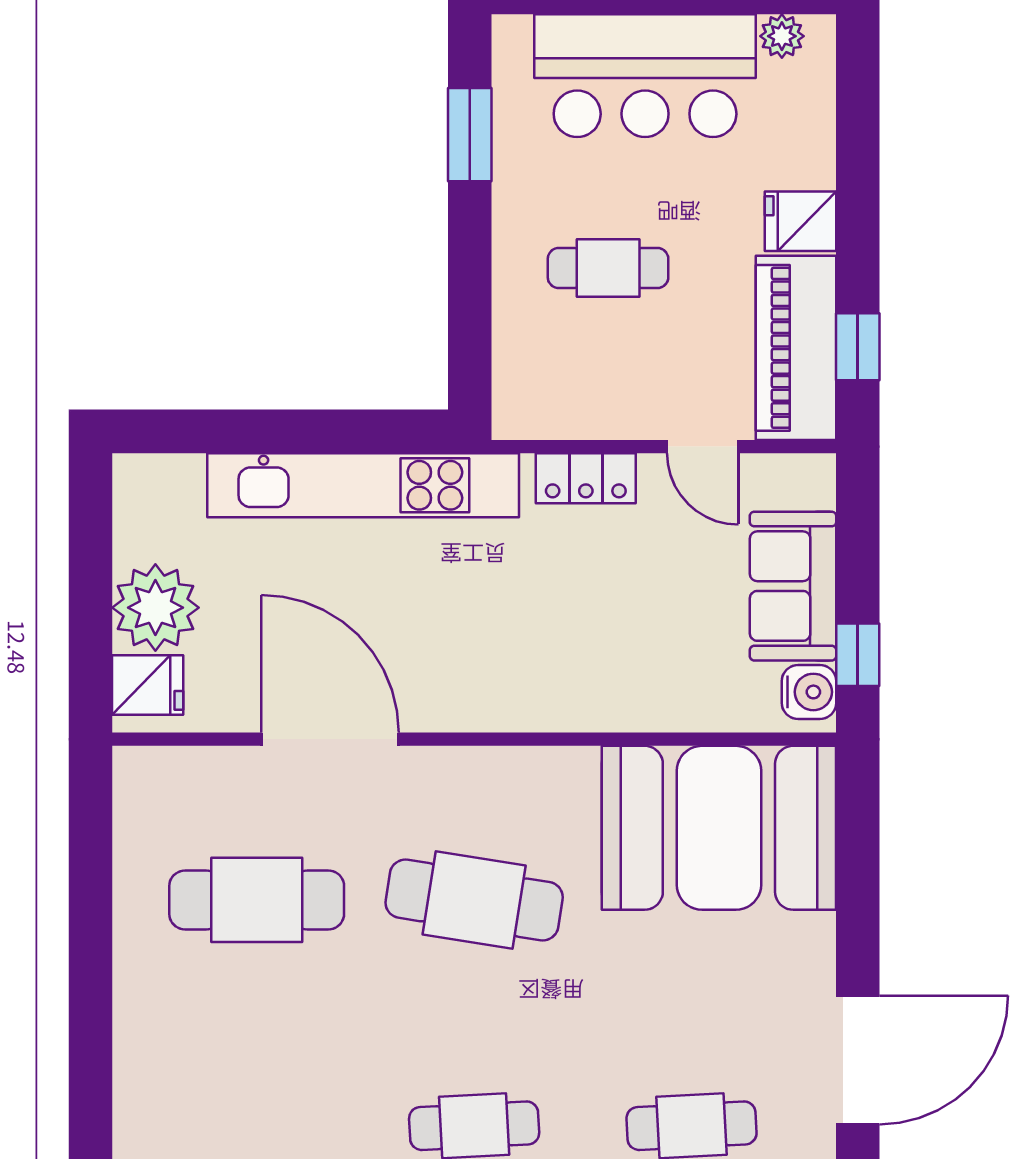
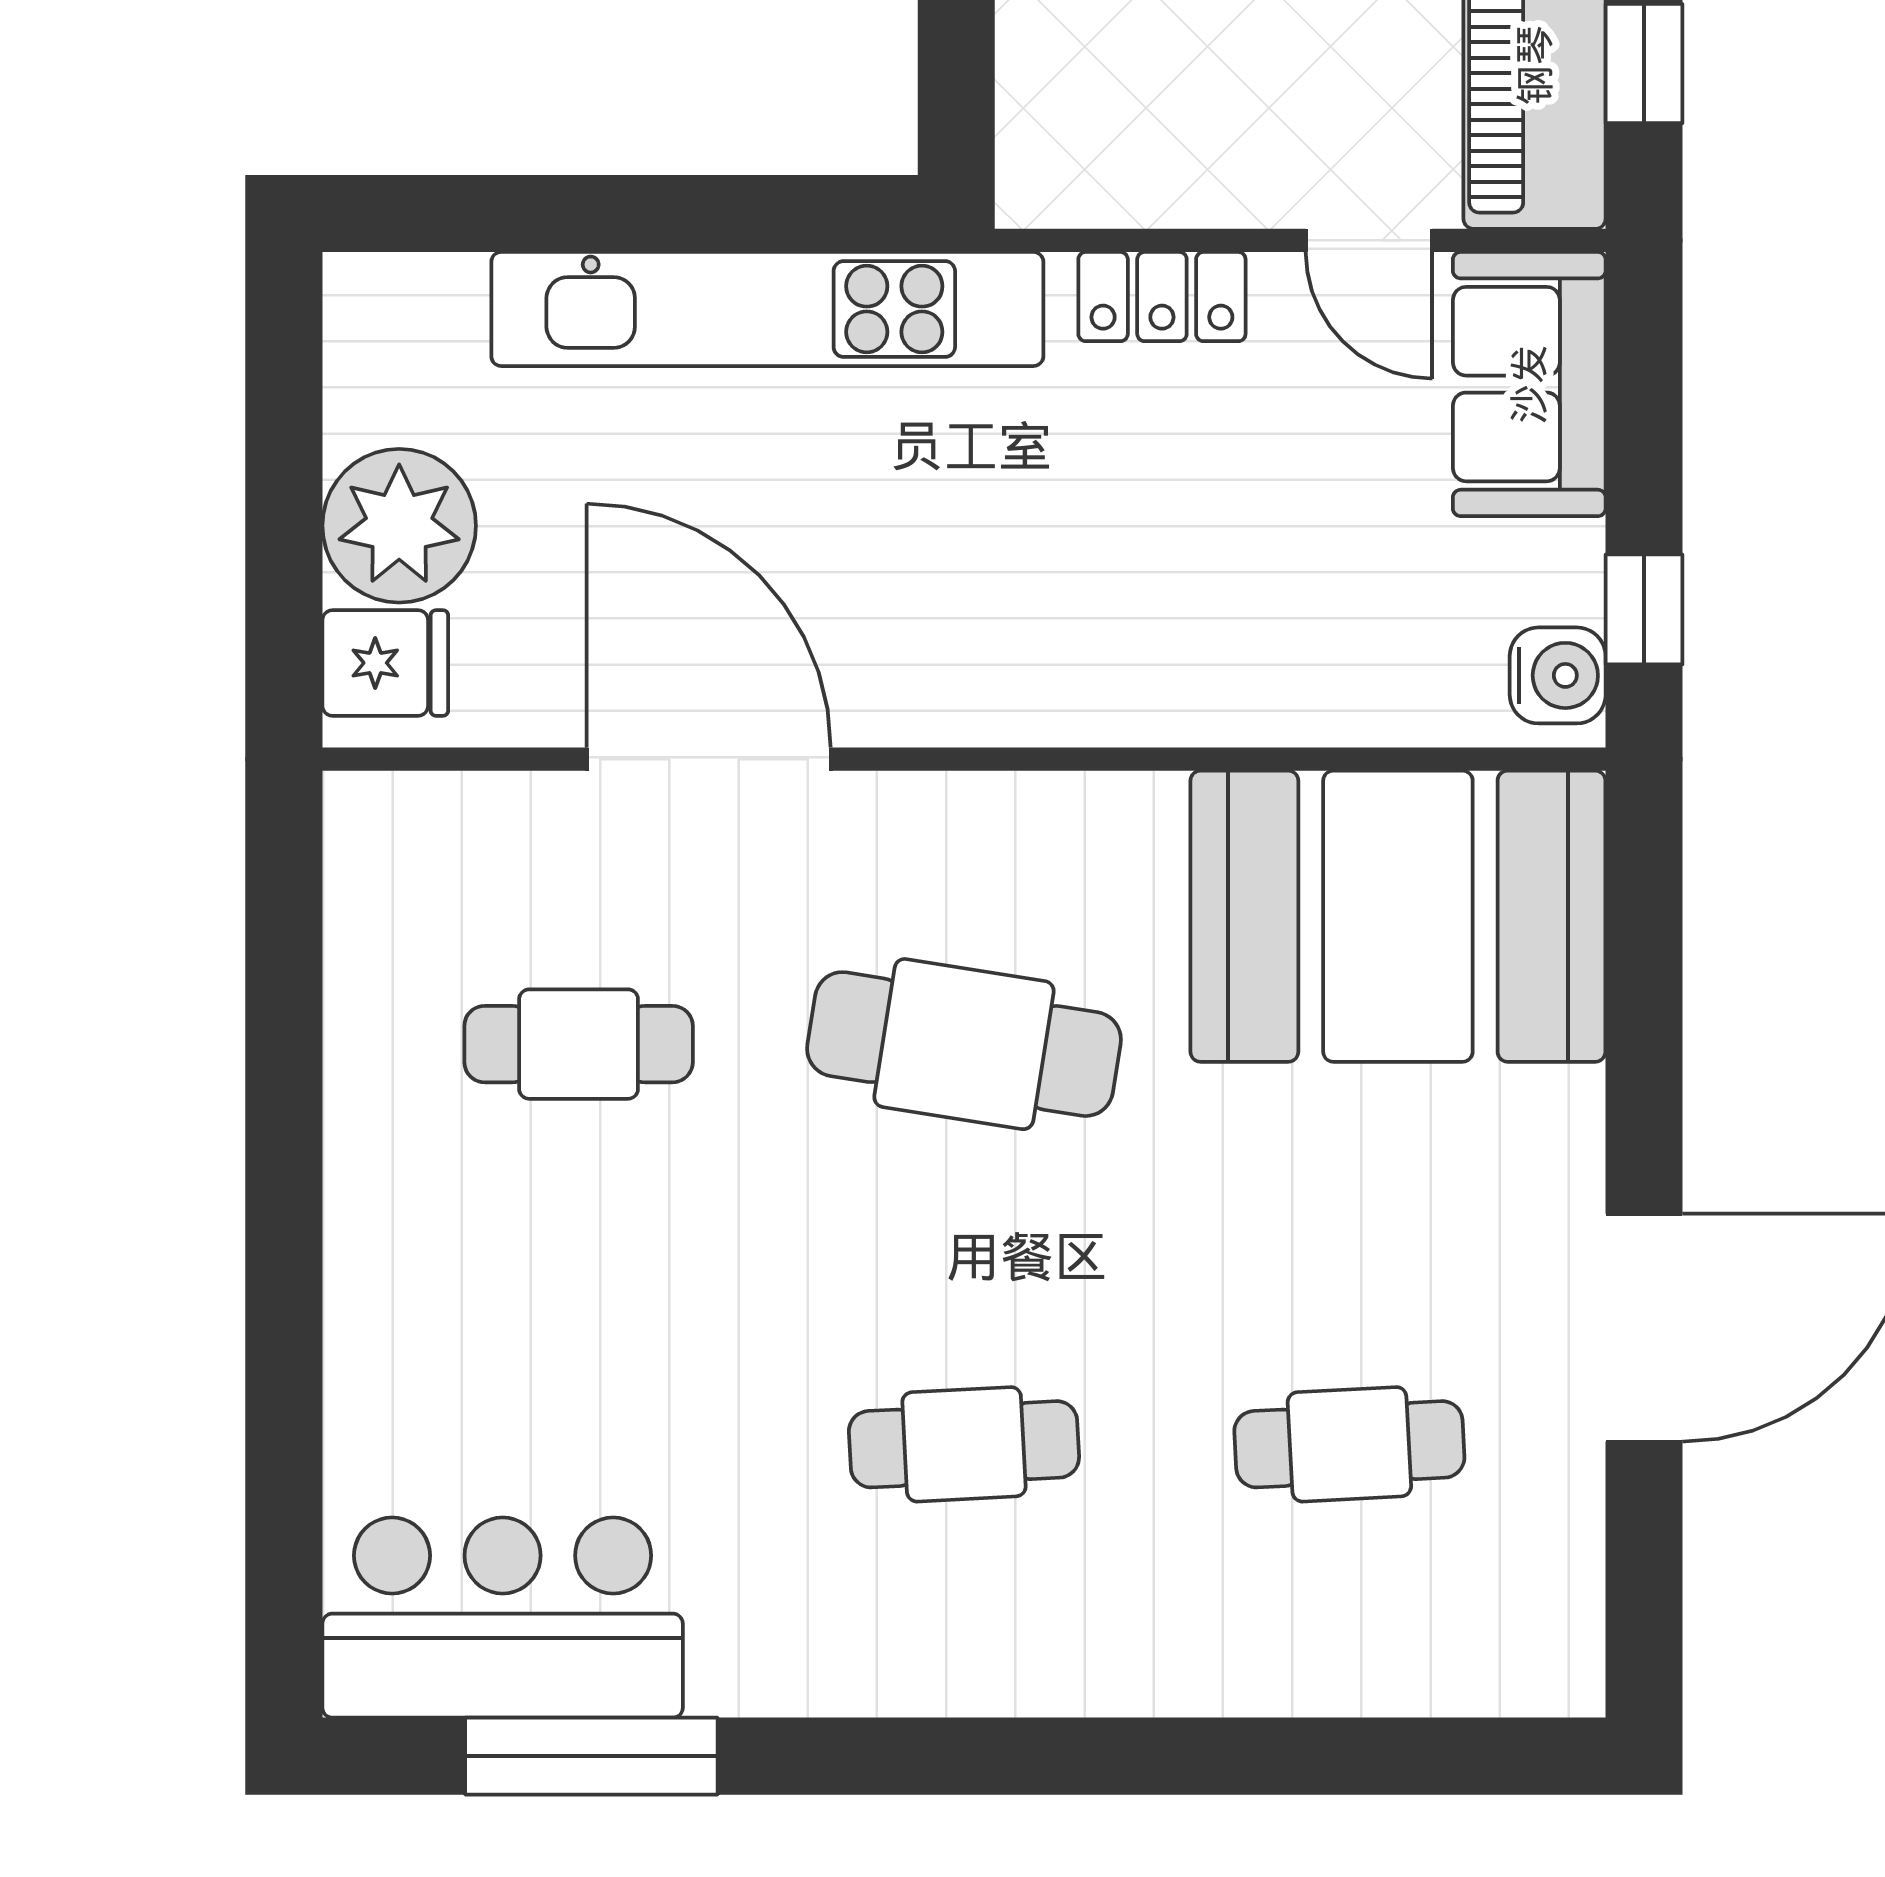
sofa: (793, 586) -> (1529, 384), moved
cafe table: (257, 900) -> (579, 1044), width x0.73, depth x0.74

